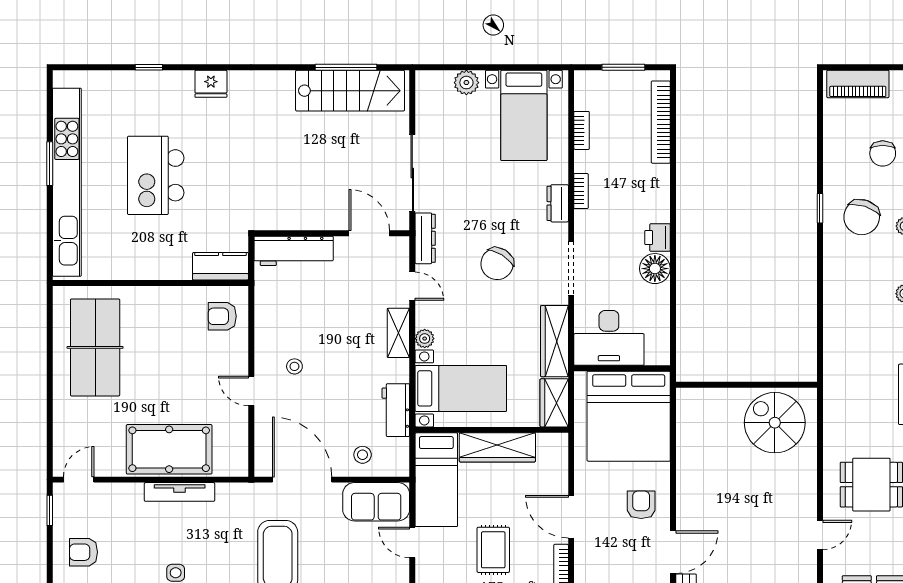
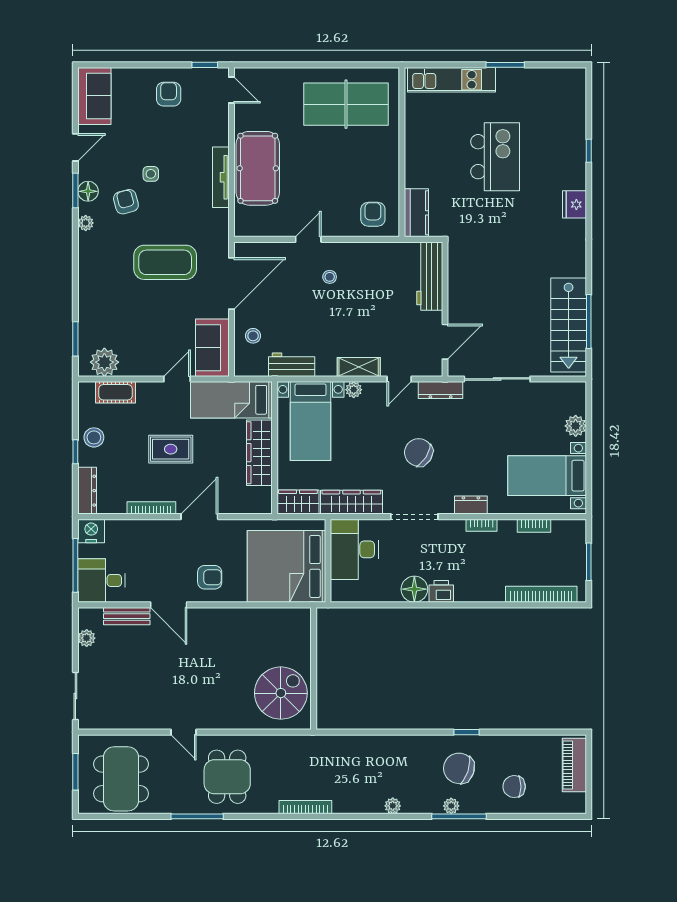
kitchen island: (156, 175) -> (495, 157), turned 90
kitchen unit: (67, 182) -> (451, 80), width x0.54

